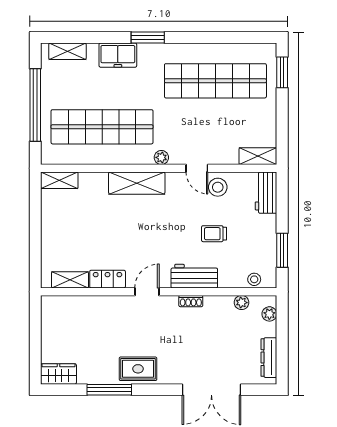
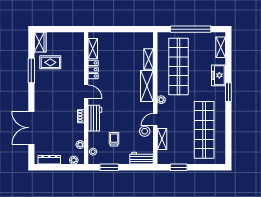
window: (282, 72) -> (179, 167), moved
shelving: (258, 156) -> (162, 139), moved
shelving: (59, 180) -> (149, 59), moved
trolley: (214, 234) -> (114, 139), moved
rug: (138, 369) -> (50, 62), moved, turned 90

